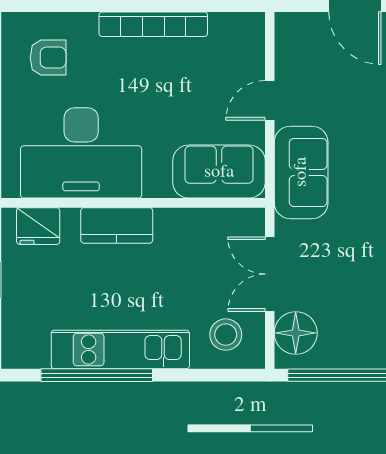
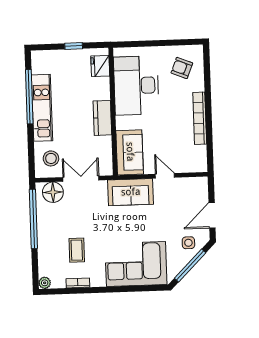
armchair: (48, 58) -> (182, 68), turned 112
kitchen counter: (117, 225) -> (102, 118), moved

